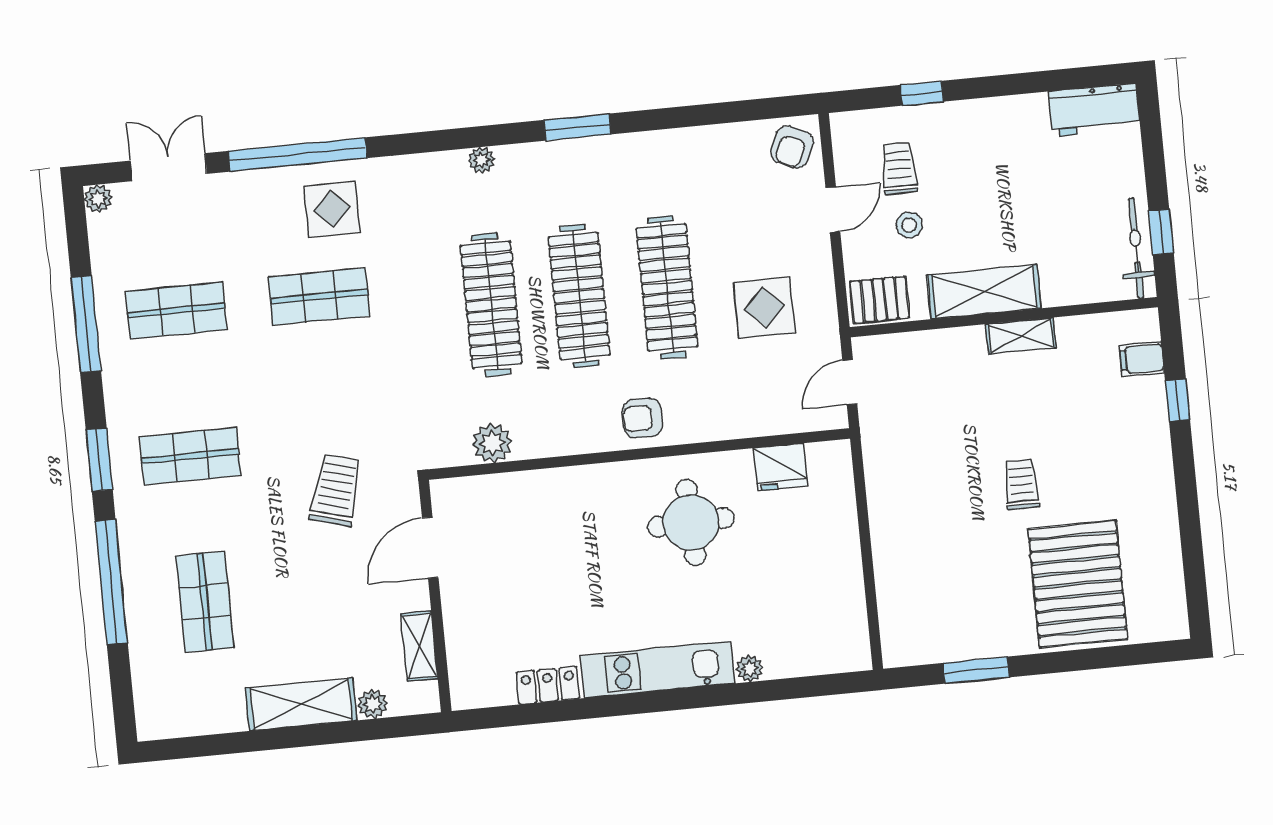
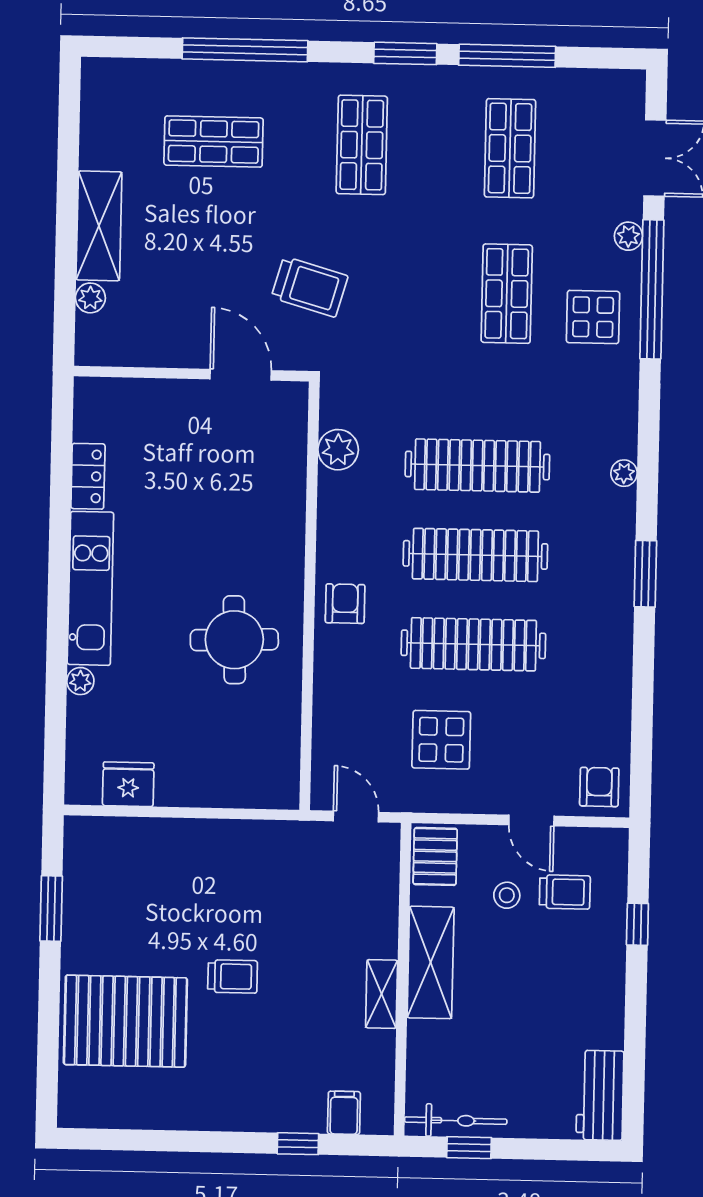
armchair: (792, 147) -> (599, 787), turned 65
plant: (98, 199) -> (628, 236), moved
window: (99, 460) -> (405, 53), moved
fridge: (781, 467) -> (128, 784), moved, turned 90
shelving: (419, 646) -> (143, 352), removed

